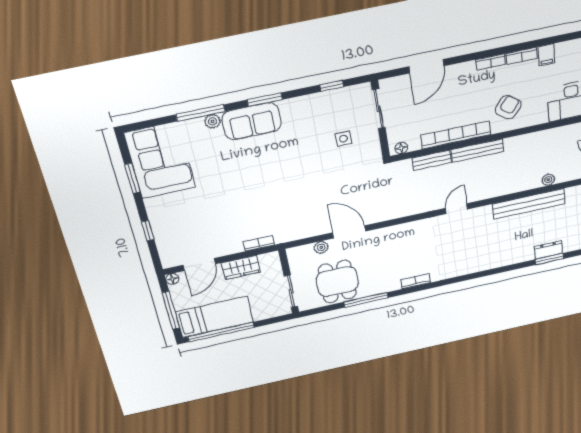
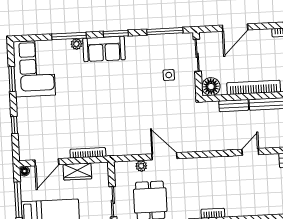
window: (332, 86) -> (165, 31), width x2.17
floor lamp: (401, 148) -> (211, 87), width x1.89, depth x1.89
bookcase: (259, 243) -> (88, 153), width x1.56

